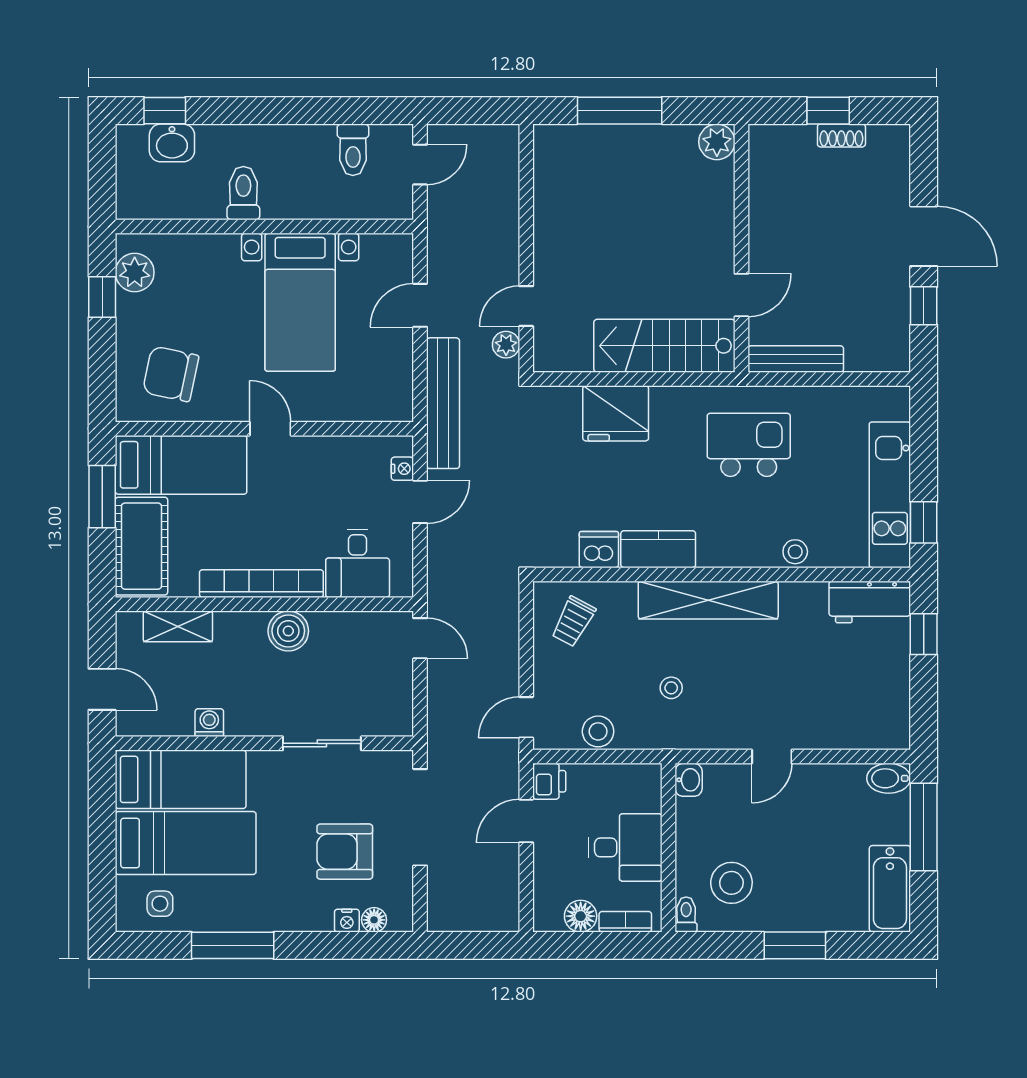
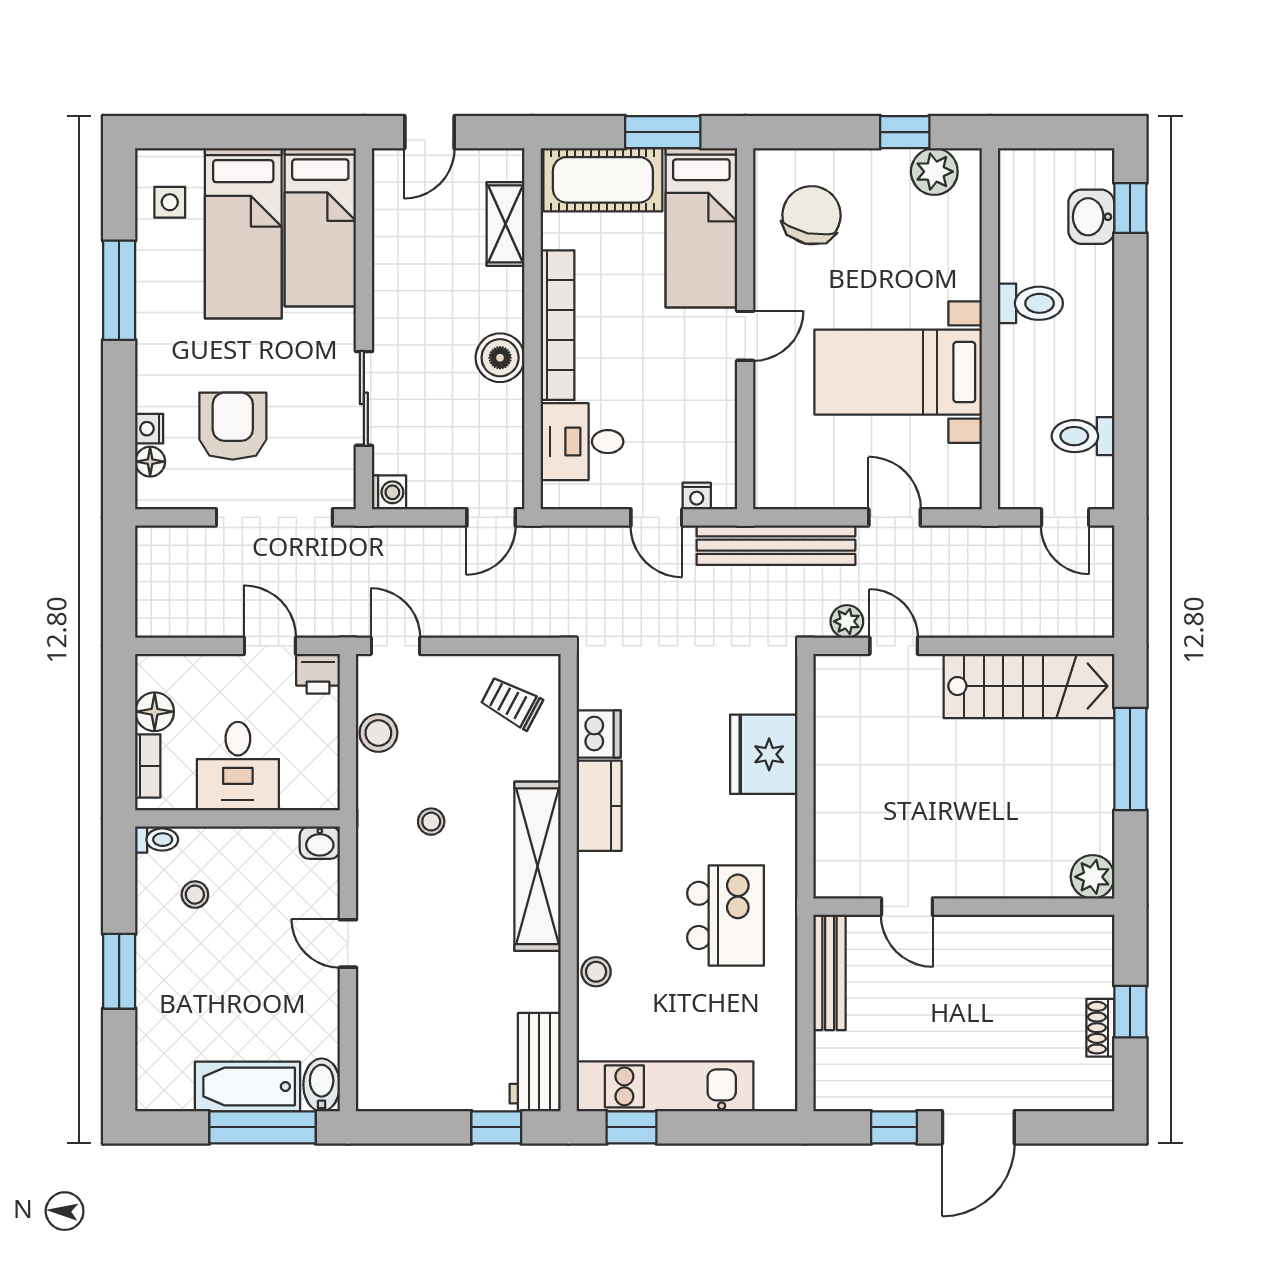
stairs: (664, 346) -> (1029, 686), moved, turned 90
washing machine: (209, 723) -> (389, 492), moved
stool: (731, 883) -> (195, 895), width x0.53, depth x0.53
bathtub: (890, 889) -> (248, 1087), moved

